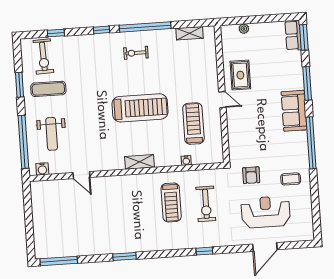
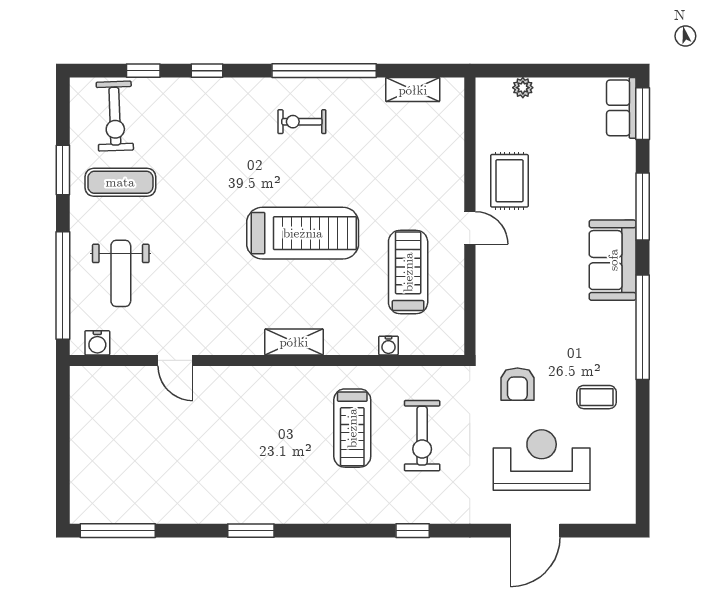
window: (102, 30) -> (207, 71), moved

